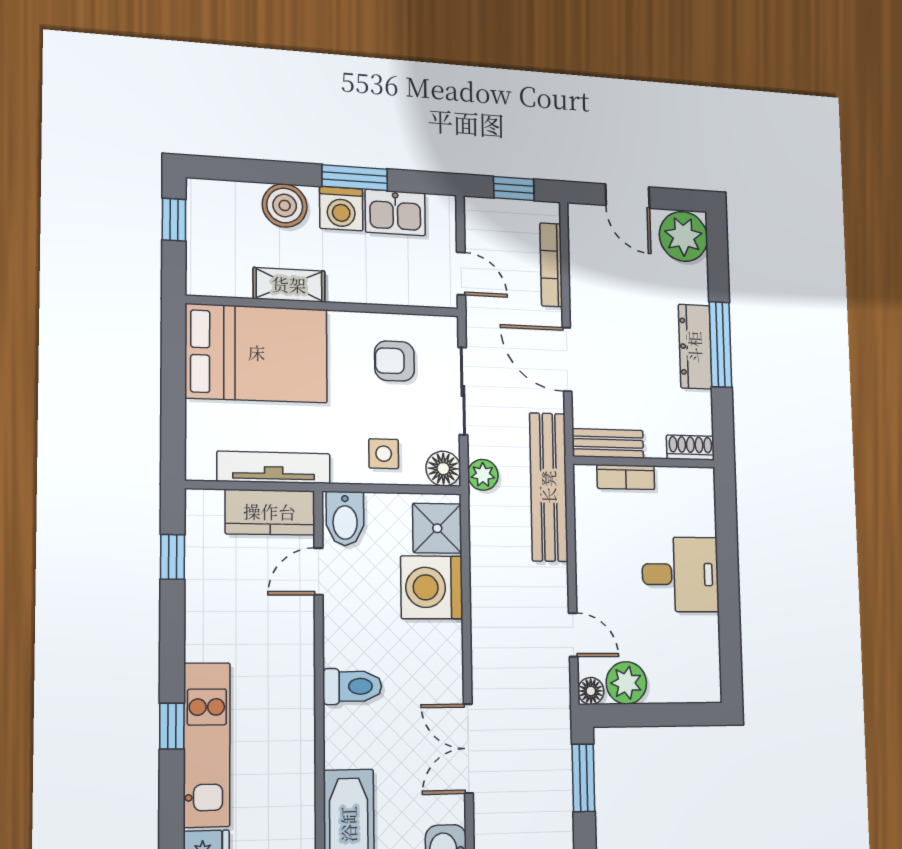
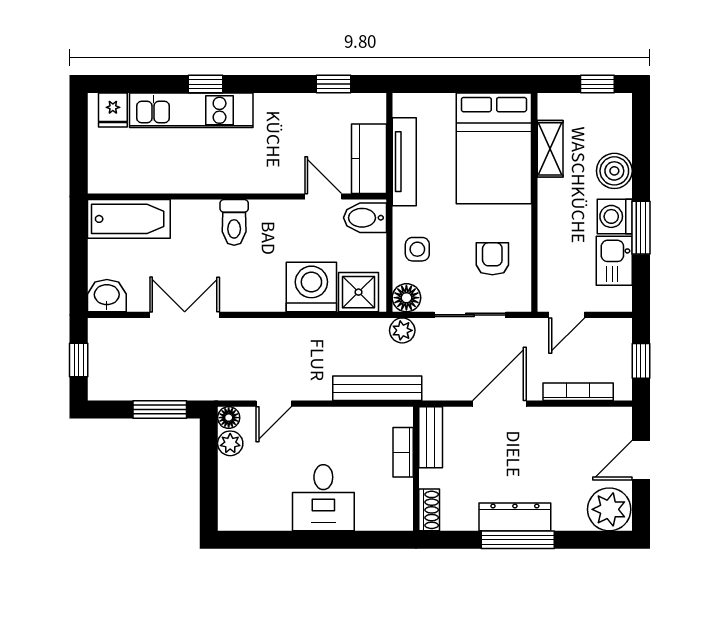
shelving: (289, 285) -> (550, 149), moved
bench: (549, 487) -> (377, 388), width x0.73, depth x0.82
plant: (626, 683) -> (230, 443), width x0.73, depth x0.73

